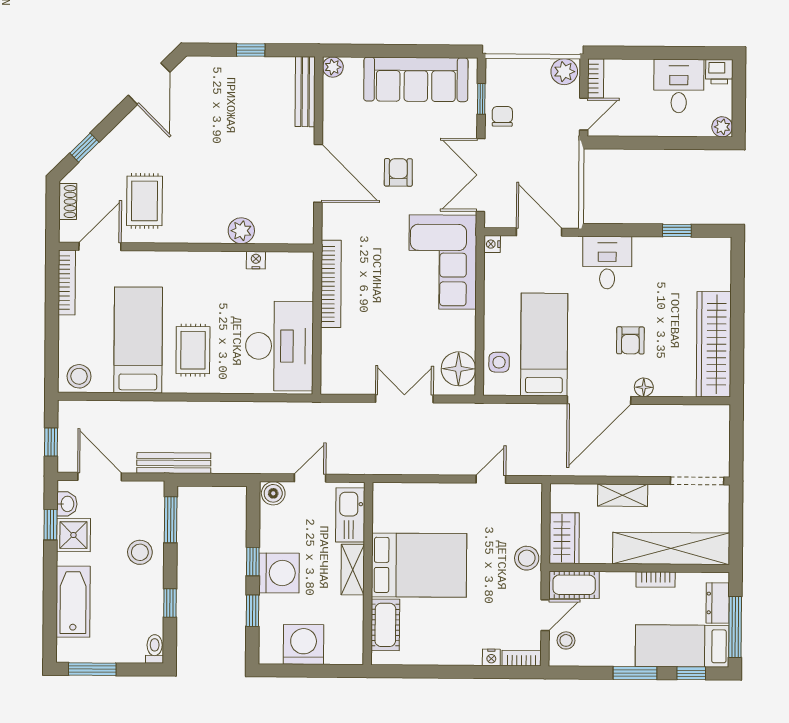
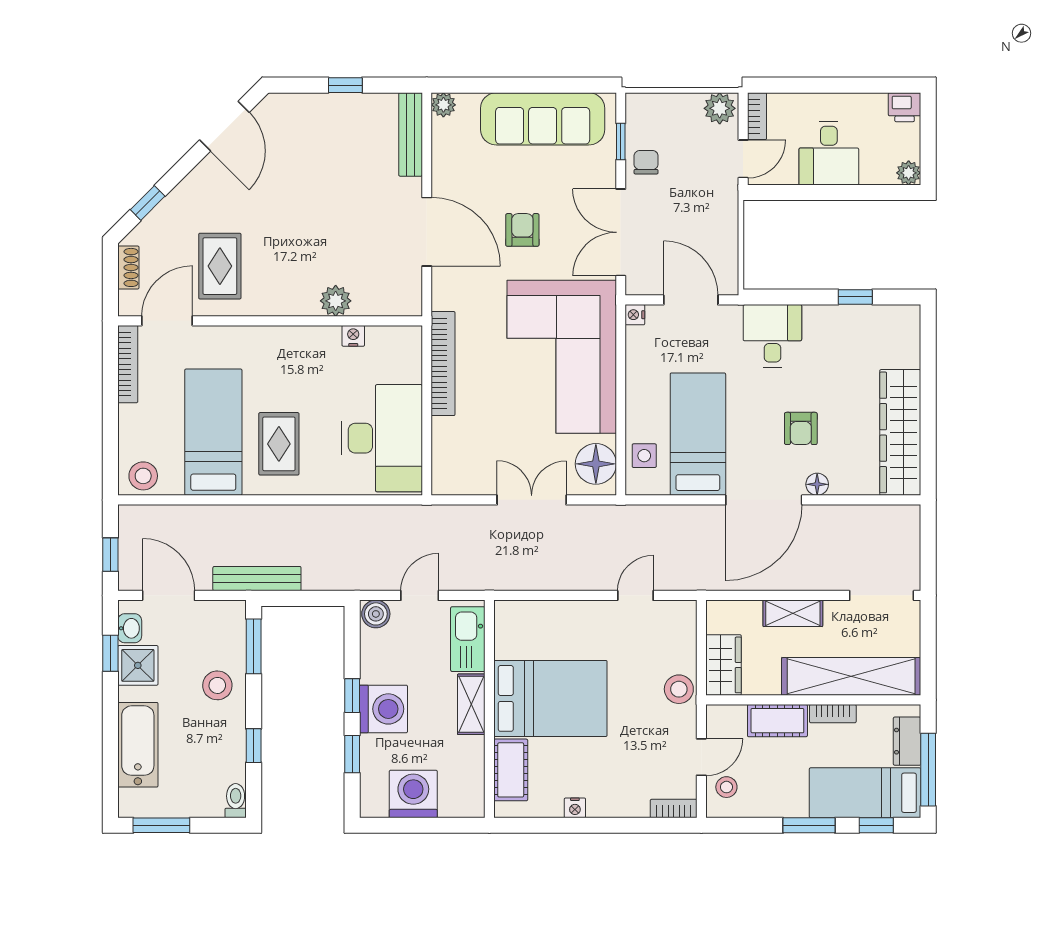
desk: (679, 86) -> (829, 153), moved, turned 180
corner sofa: (443, 262) -> (562, 357), width x1.36, depth x1.36
cot: (574, 585) -> (777, 721), moved
nightstand: (491, 657) -> (575, 808), moved

